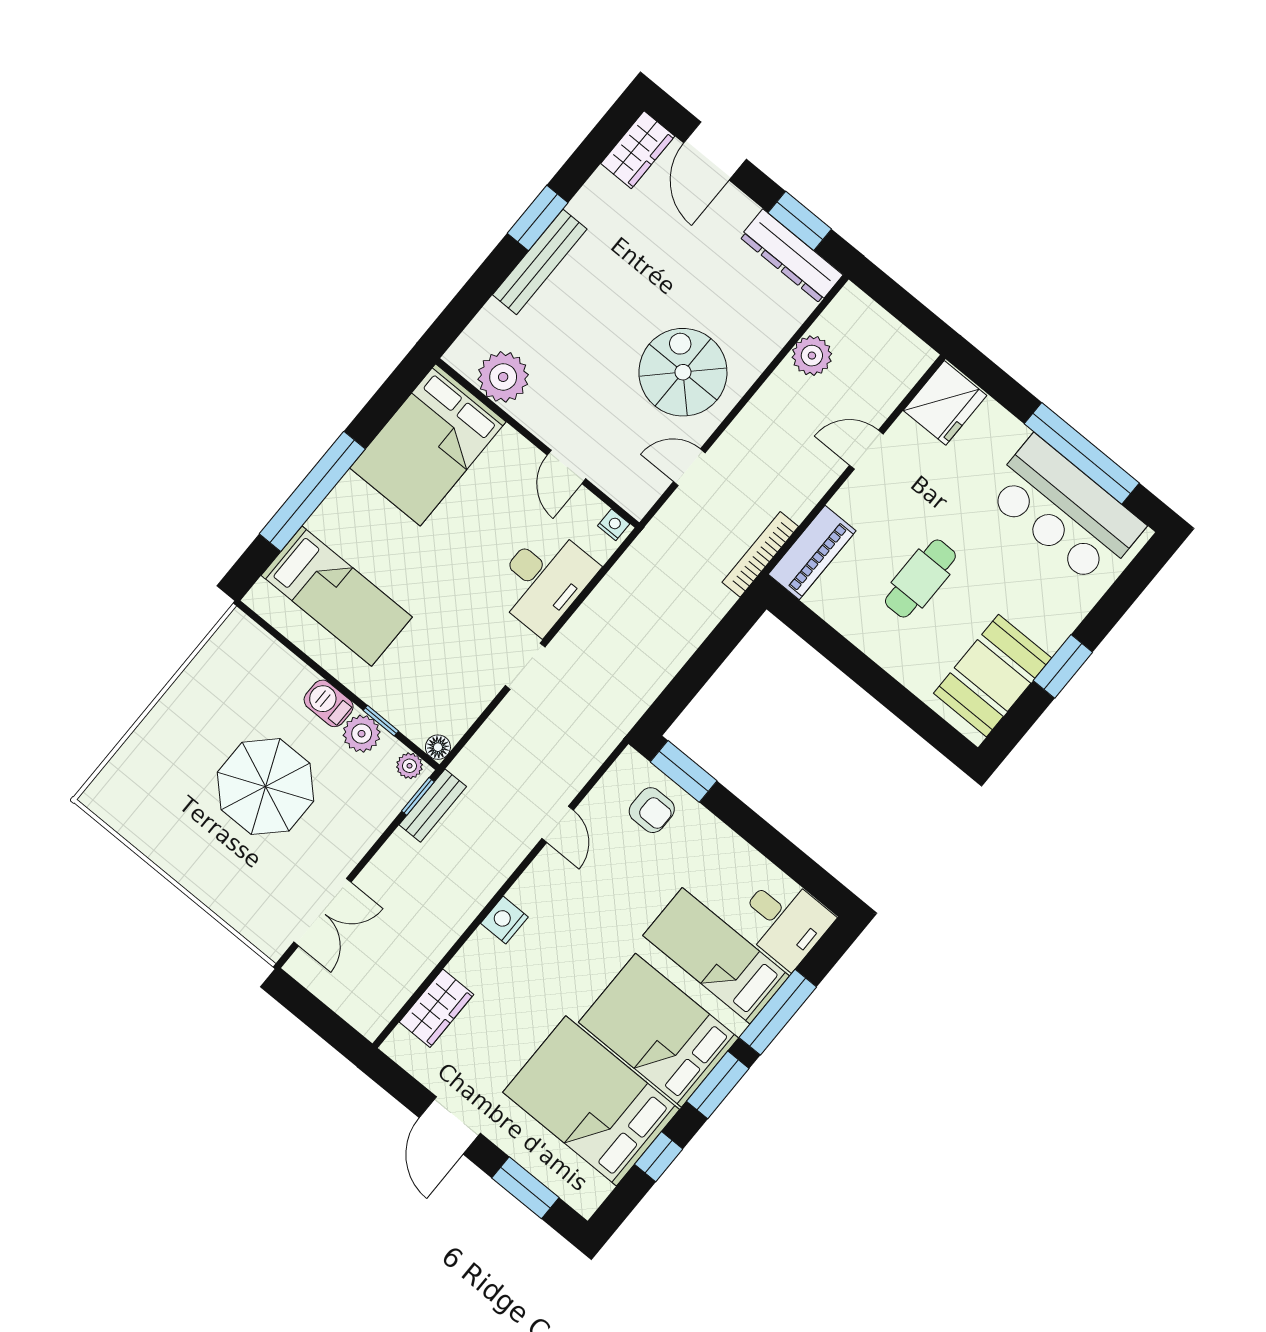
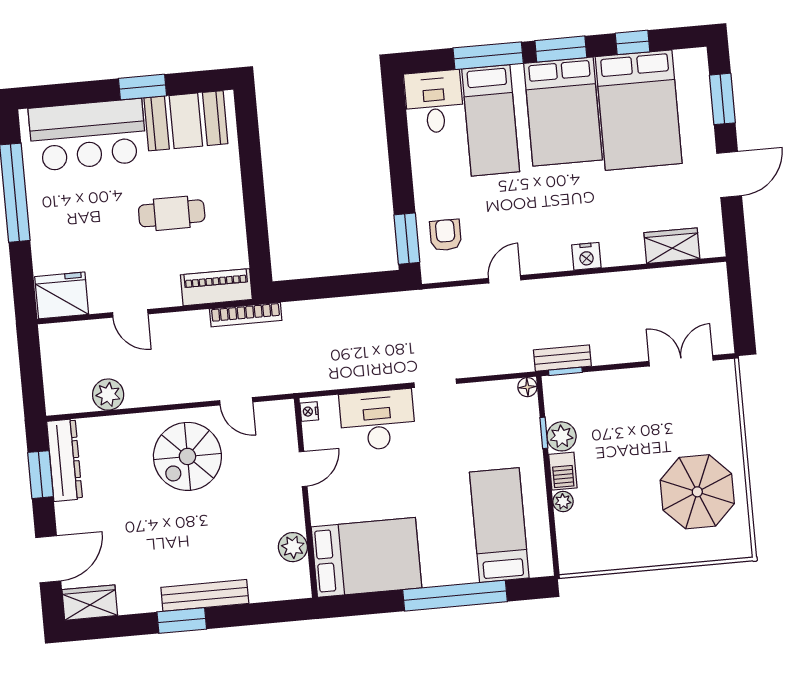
plant: (503, 377) -> (293, 547), width x0.73, depth x0.73
bar counter: (1065, 510) -> (88, 135), moved, turned 90
plant: (409, 766) -> (563, 502), moved
parasol: (265, 787) -> (697, 492), moved

